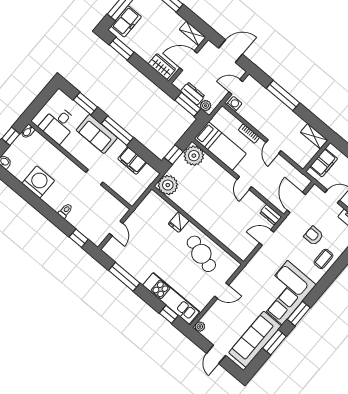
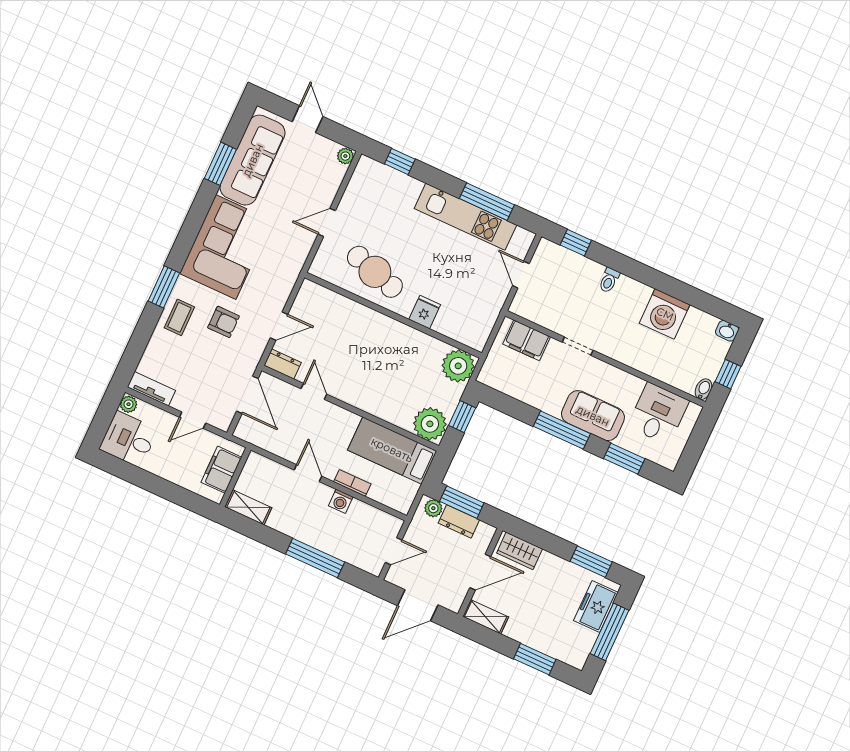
washing machine: (234, 104) -> (341, 501), moved
filing cabinet: (132, 161) -> (527, 340), moved, turned 180
door: (244, 183) -> (314, 391), moved
armchair: (314, 236) -> (224, 322), moved
kitchen unit: (171, 298) -> (465, 217), moved
window: (299, 314) -> (164, 287), moved

